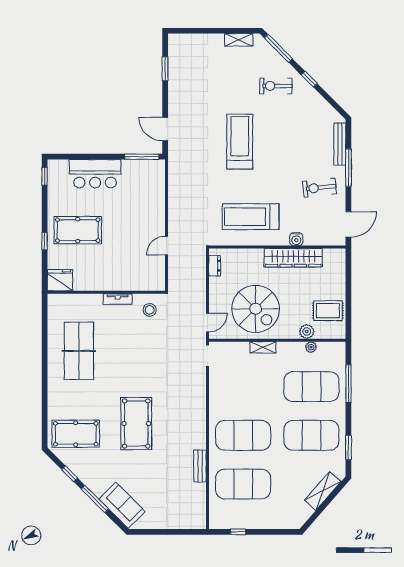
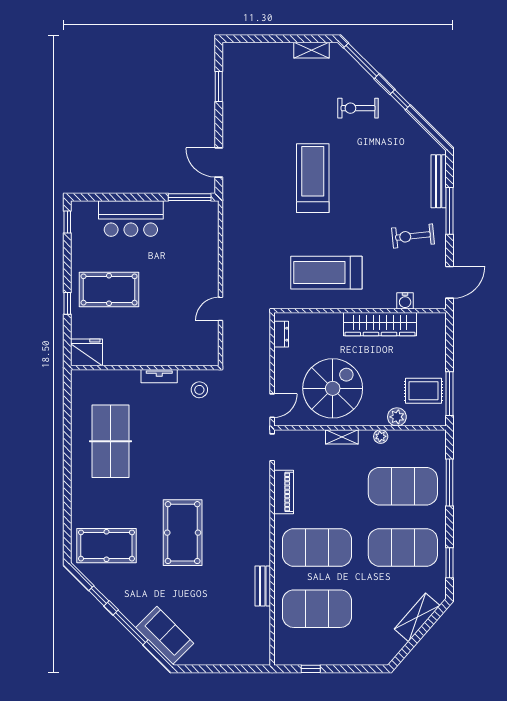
water cooler: (296, 239) -> (405, 301), moved
spiral stairs: (256, 309) -> (333, 388), turned -90
window: (348, 313) -> (449, 394), added
plant: (311, 347) -> (381, 436), moved
piano: (217, 391) -> (284, 492), added

